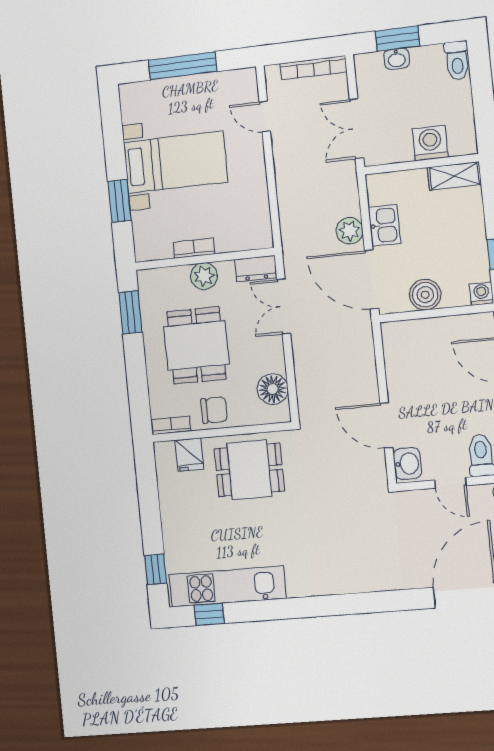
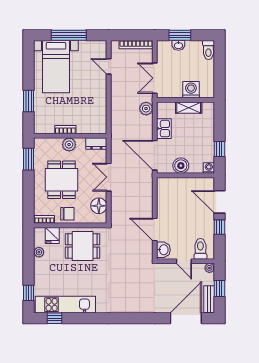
bed with nightstands: (175, 162) -> (56, 67), moved, turned 90
shelving: (454, 176) -> (189, 108), moved
plant: (350, 231) -> (146, 109), moved
double door: (284, 306) -> (109, 177), moved
plant: (167, 489) -> (39, 252), added

